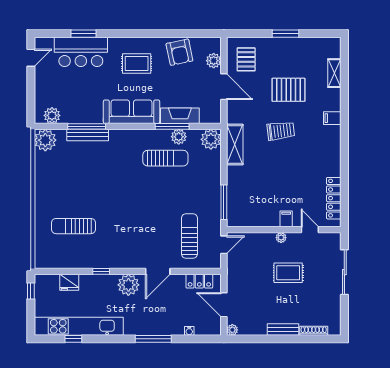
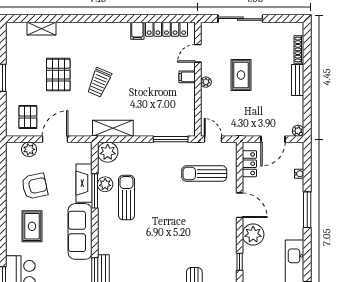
armchair: (179, 52) -> (35, 186), moved
pallet: (246, 59) -> (28, 117), turned 90
filing cabinet: (332, 118) -> (137, 31), moved
trolley: (281, 131) -> (99, 82), turned -150

